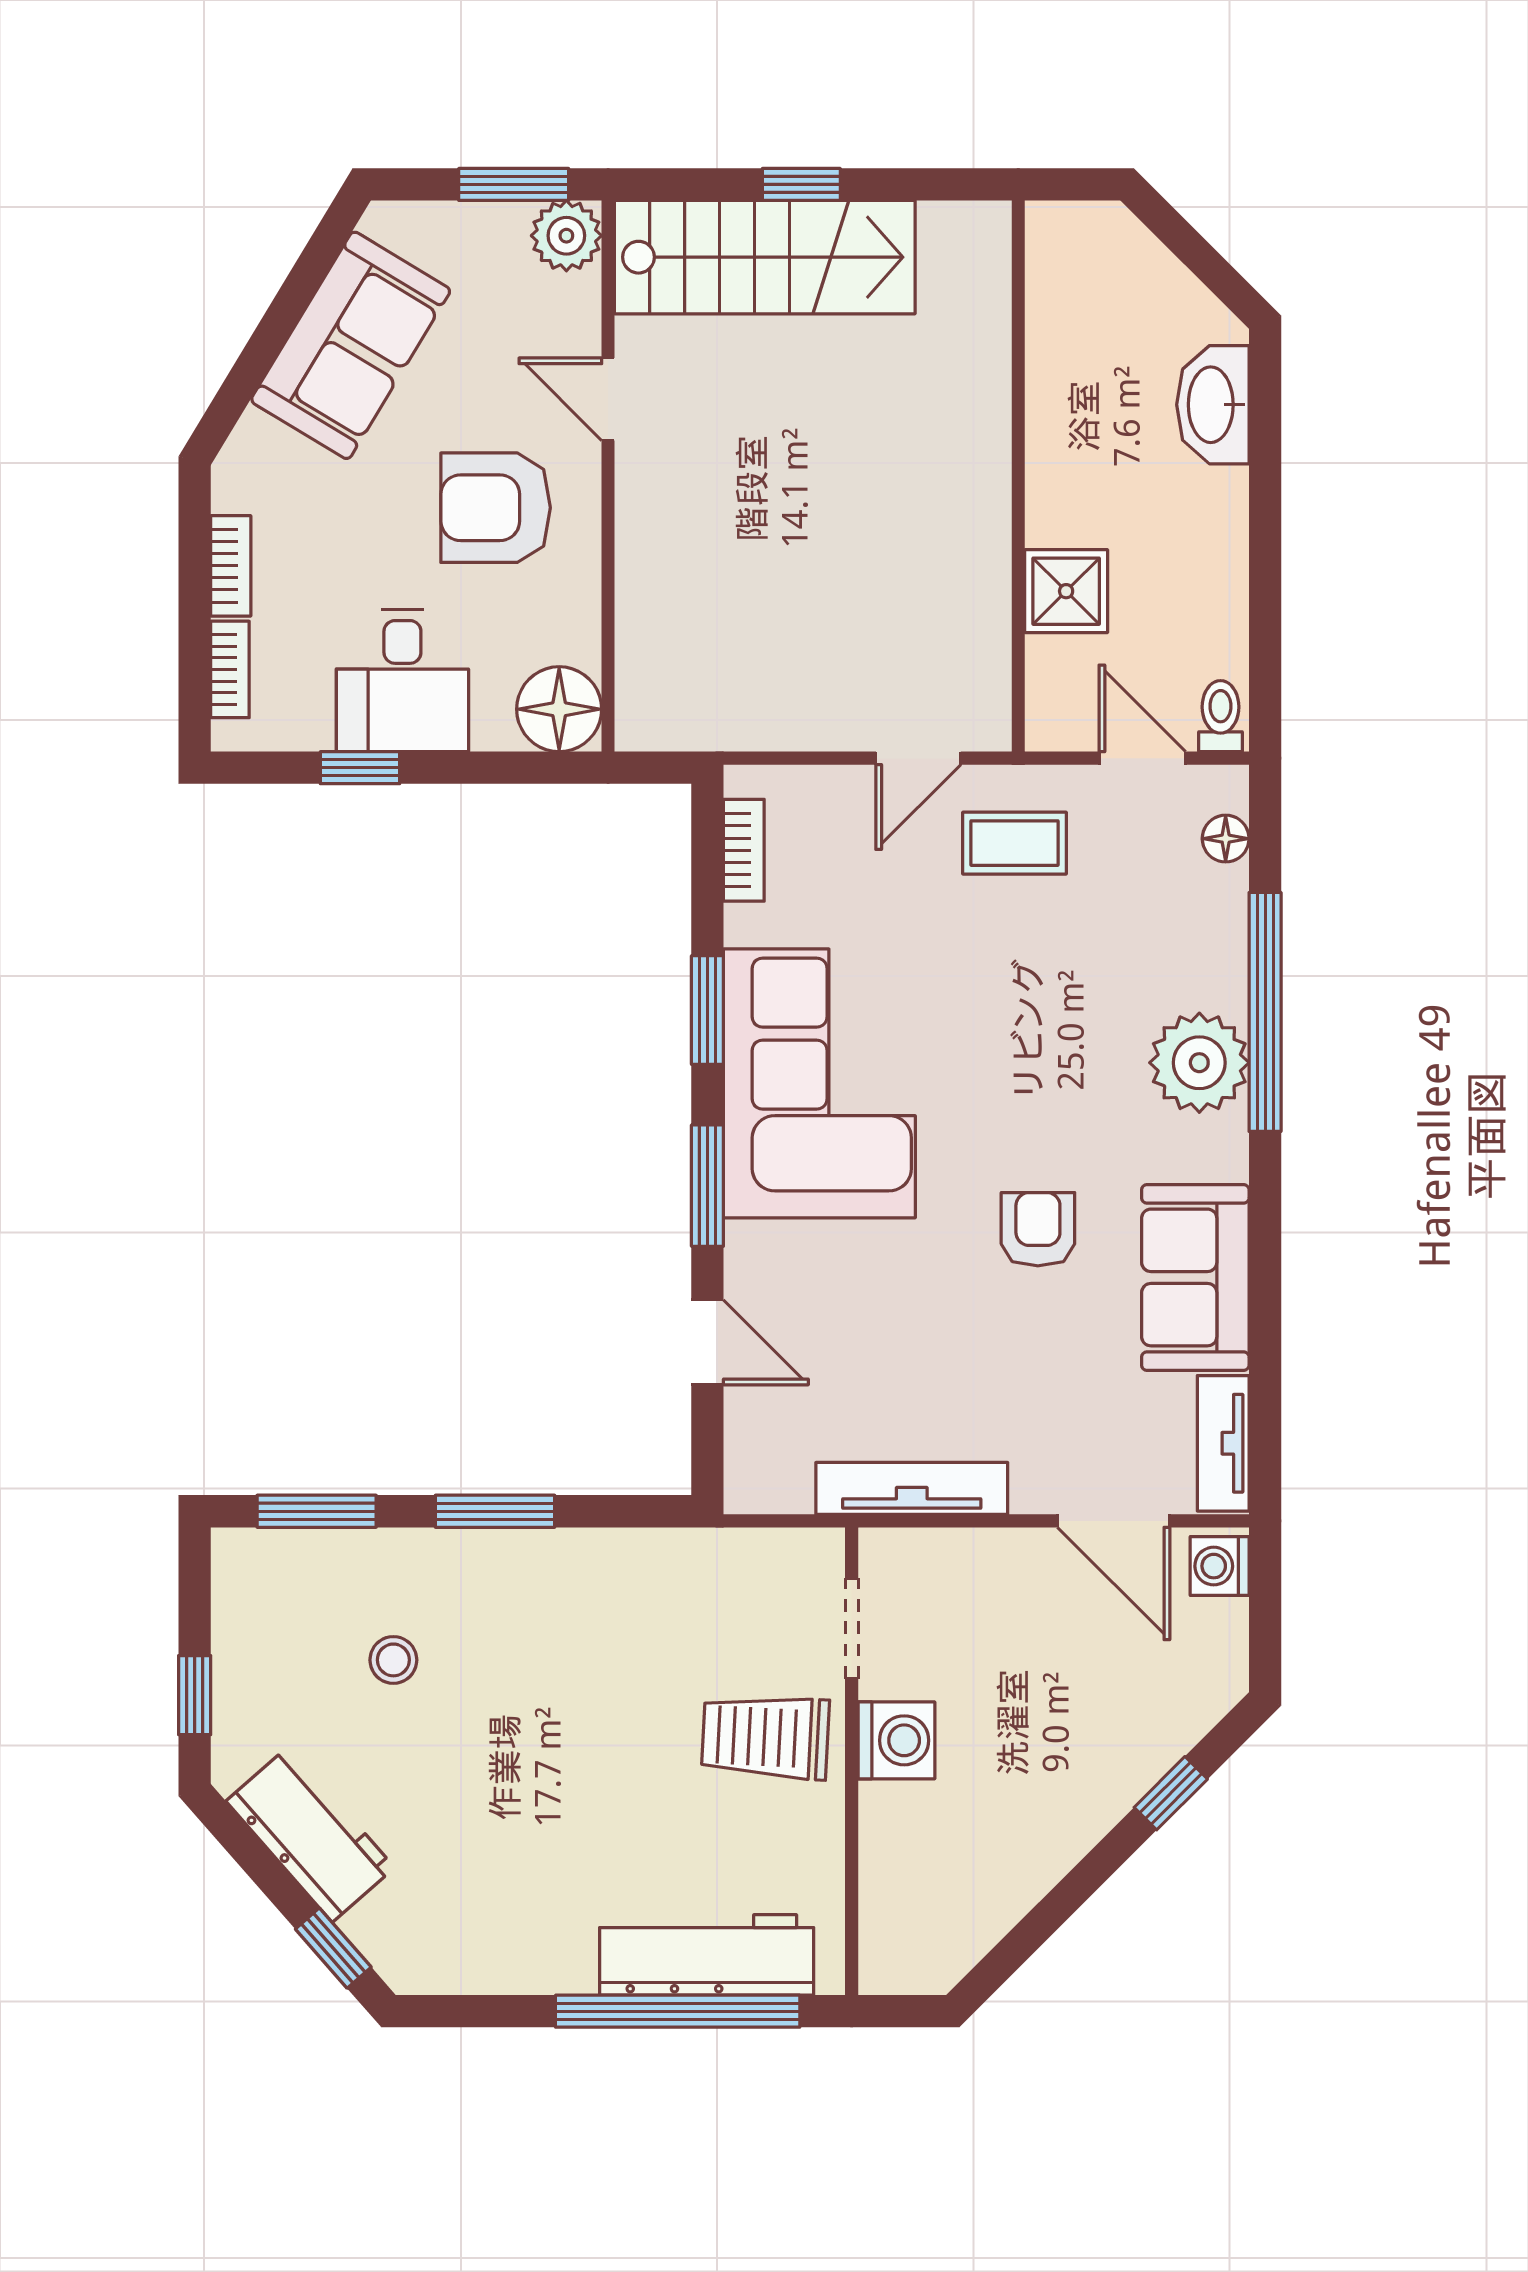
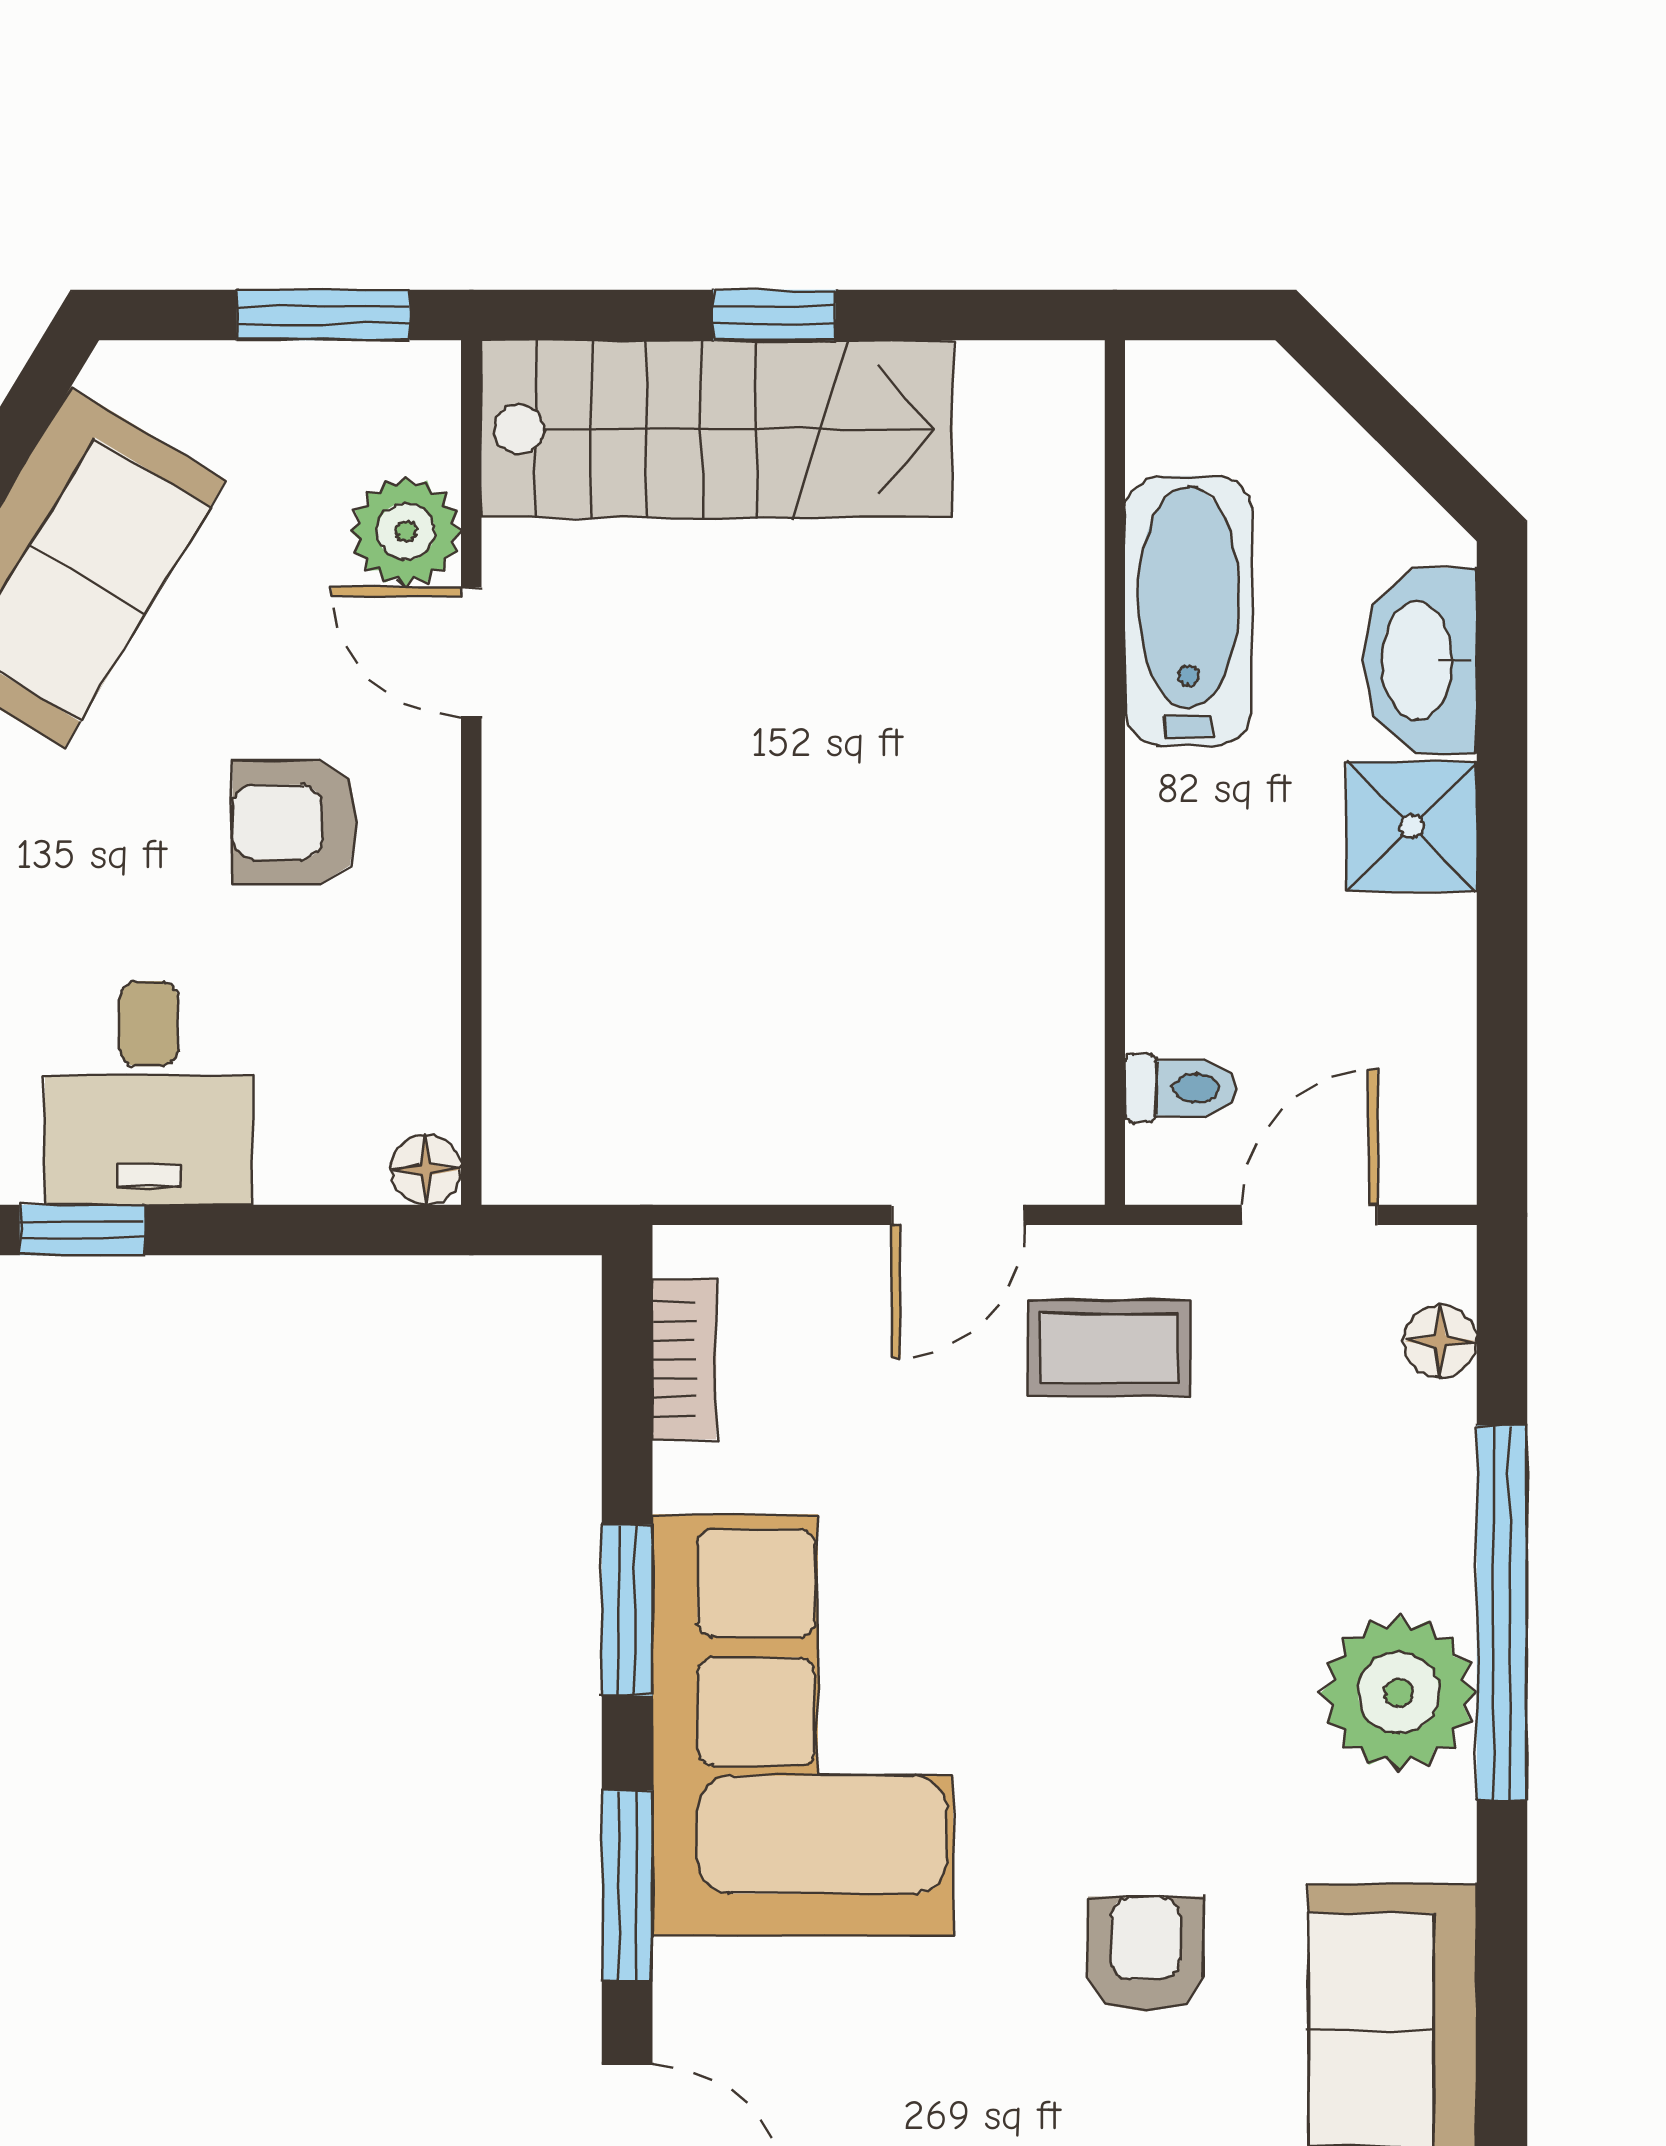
plant: (566, 236) -> (406, 531), moved
bathtub: (1065, 373) -> (1189, 611), added
armchair: (496, 508) -> (295, 822), width x0.72, depth x0.72
shower: (1066, 591) -> (1412, 826), moved
floor lamp: (559, 709) -> (426, 1170), width x0.53, depth x0.53
toilet: (1221, 716) -> (1181, 1088), moved, turned 90
door: (1142, 758) -> (1309, 1215), hinge flipped

